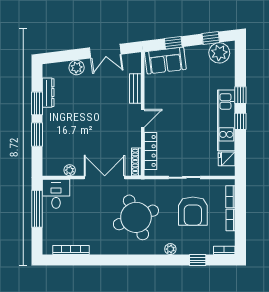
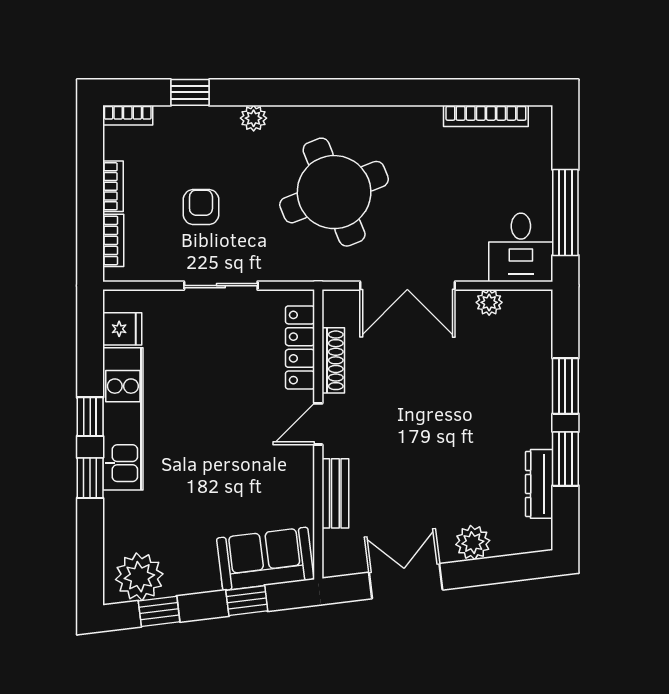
shoe rack: (136, 162) -> (333, 360), moved
armchair: (193, 211) -> (201, 207), width x0.53, depth x0.53

